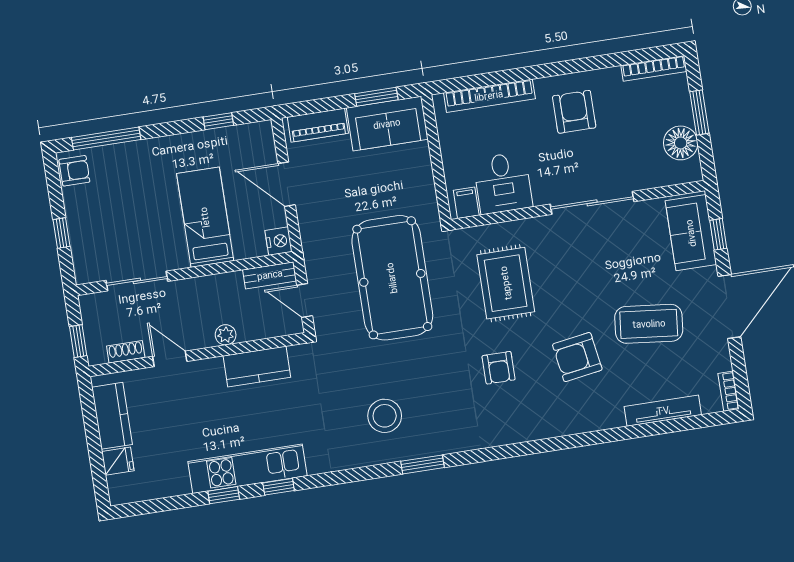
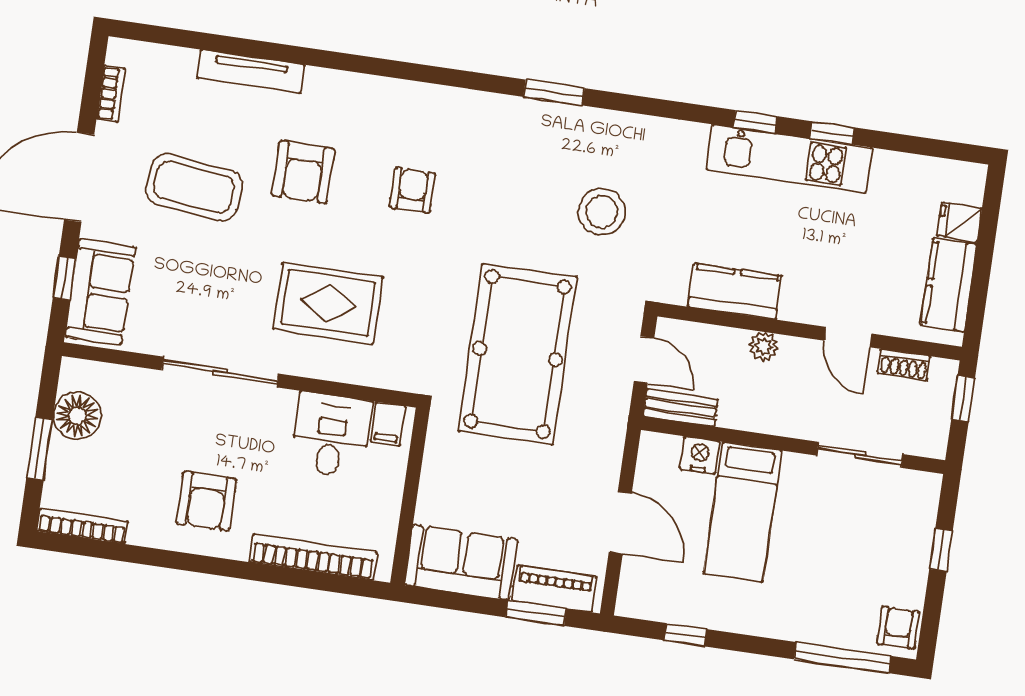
window: (376, 97) -> (536, 613), moved
armchair: (74, 171) -> (898, 628), turned 90
nightstand: (279, 241) -> (700, 455), moved, turned 90
rug: (506, 283) -> (328, 303), moved, turned 90
armchair: (577, 357) -> (303, 172), turned 99
bookcase: (728, 391) -> (111, 94), moved
tv unit: (663, 411) -> (251, 71), moved
stool: (385, 416) -> (602, 212), moved

